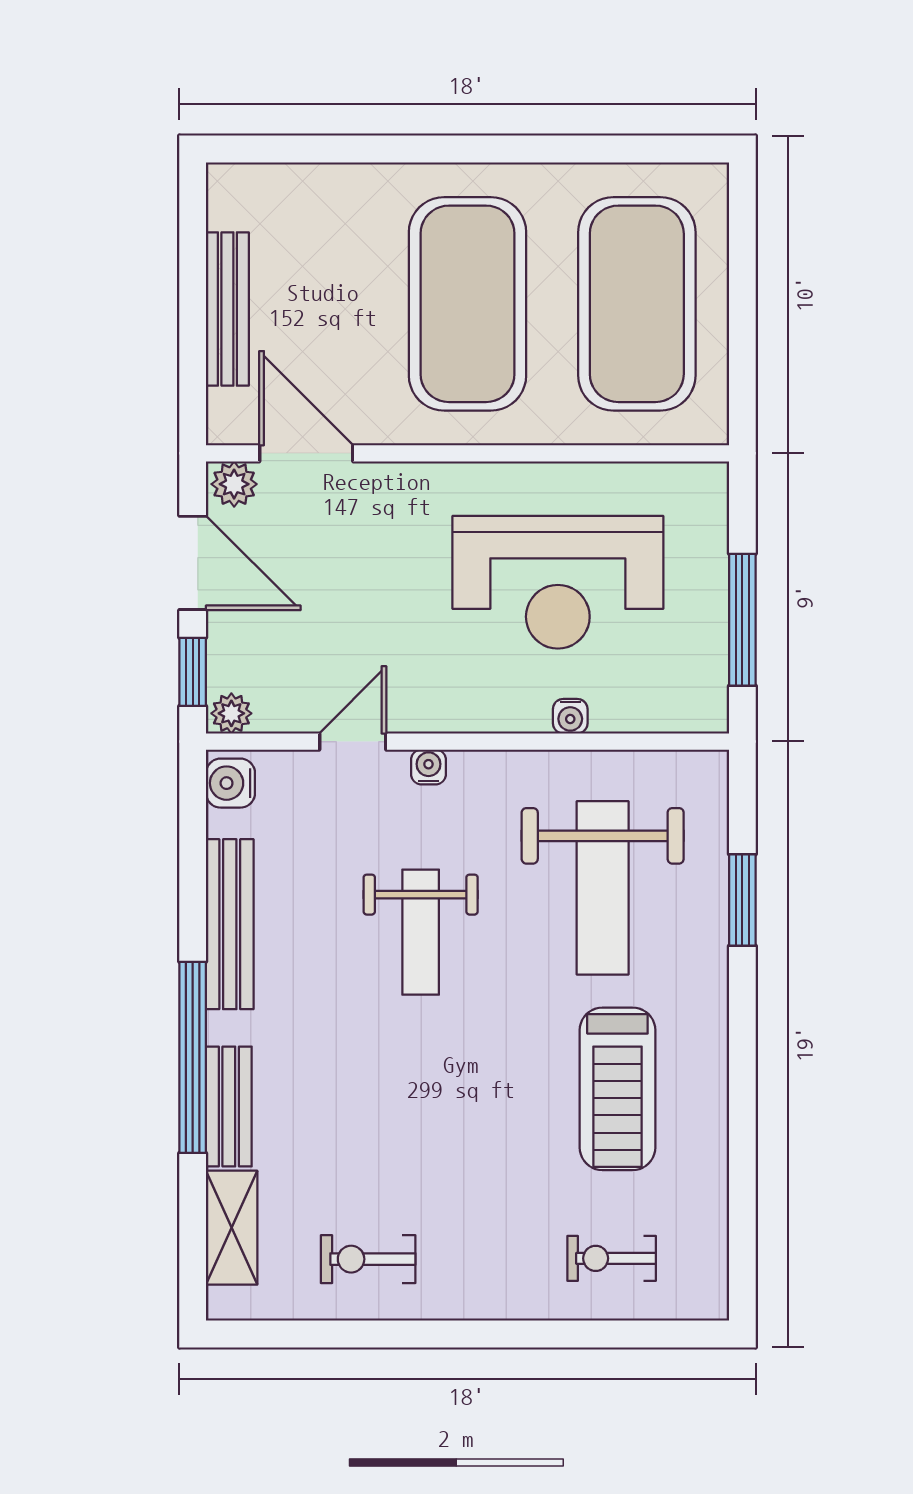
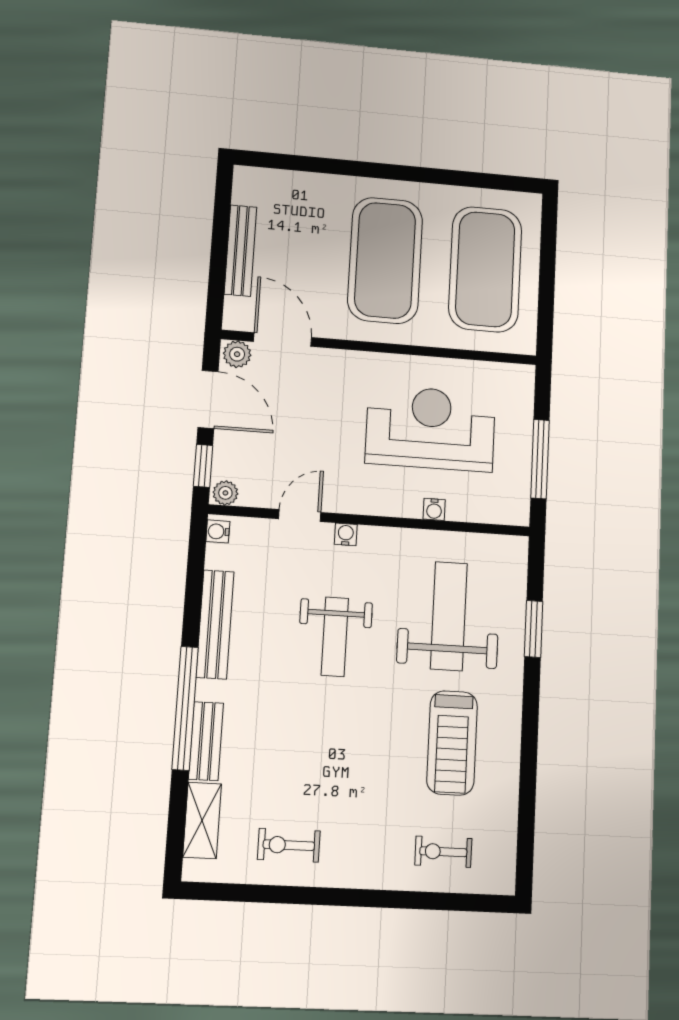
reception desk: (558, 582) -> (431, 428), turned 180
water cooler: (230, 783) -> (218, 531), width x0.72, depth x0.72
weight bench: (603, 888) -> (449, 616), turned 180

